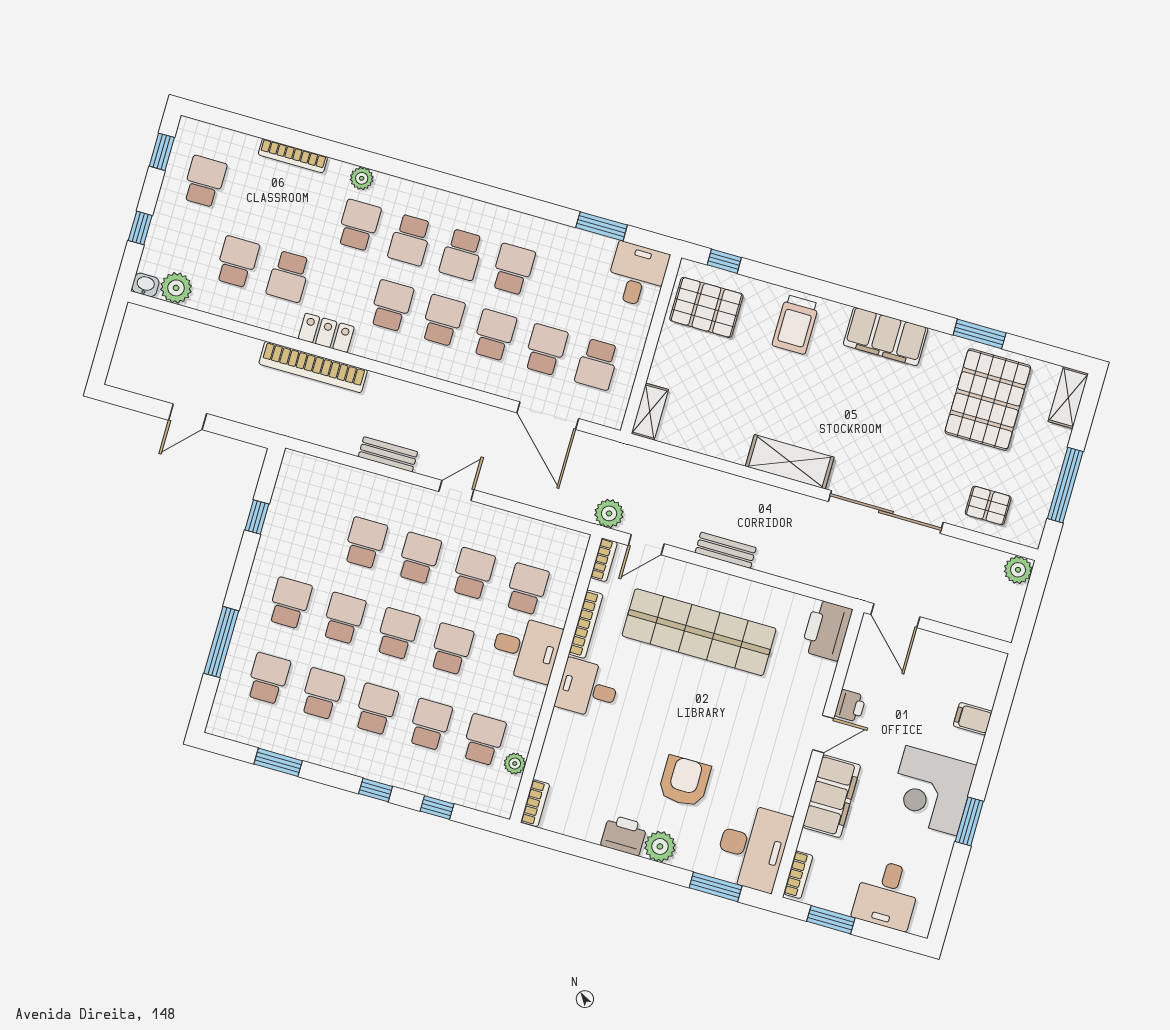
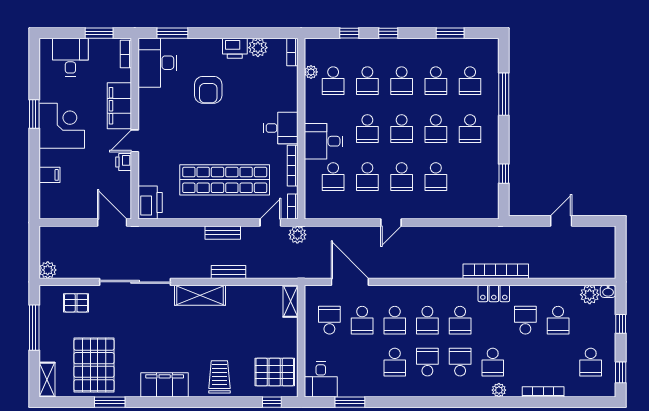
bench: (388, 454) -> (229, 272), moved
plant: (660, 846) -> (258, 48), moved

